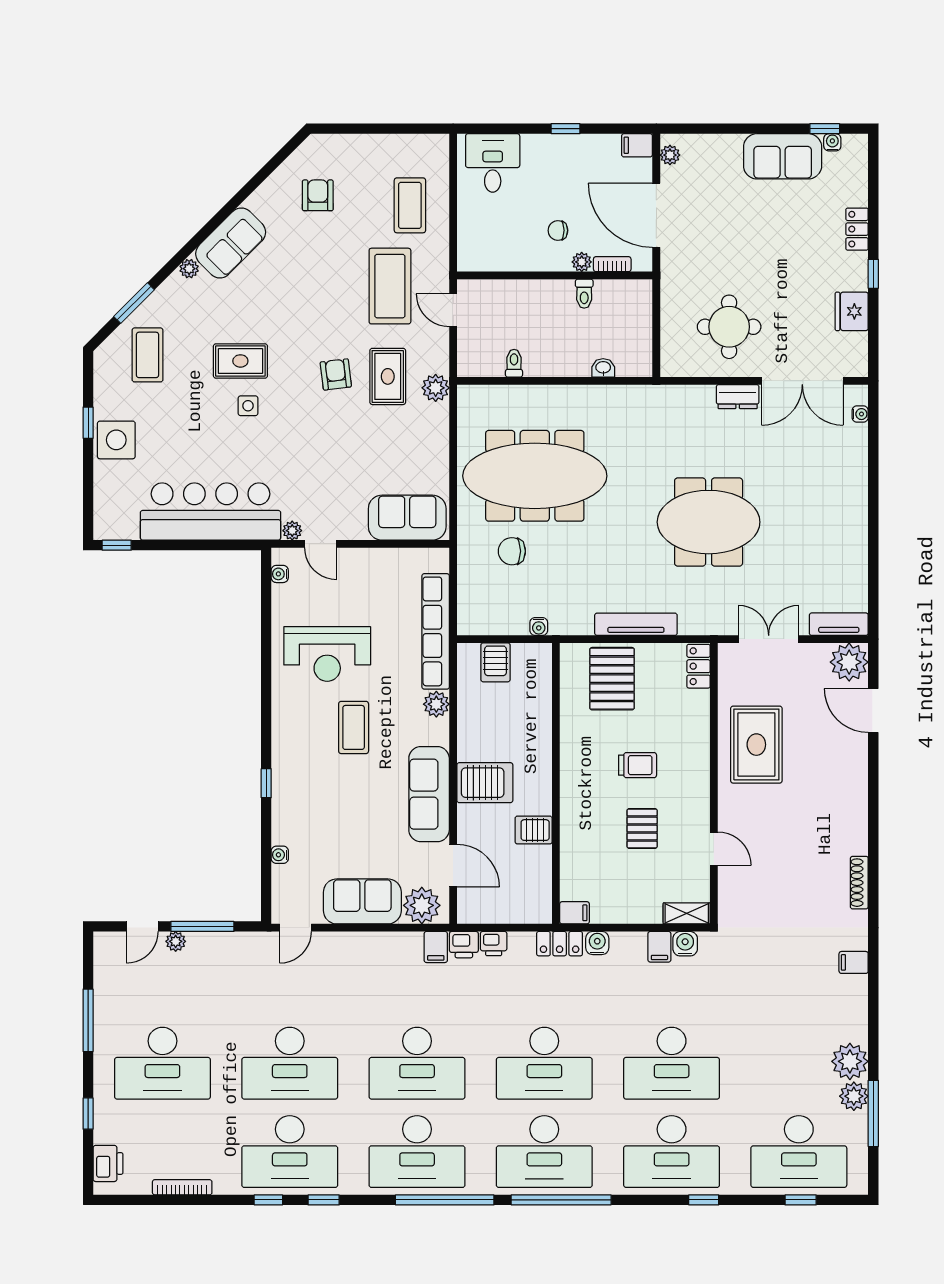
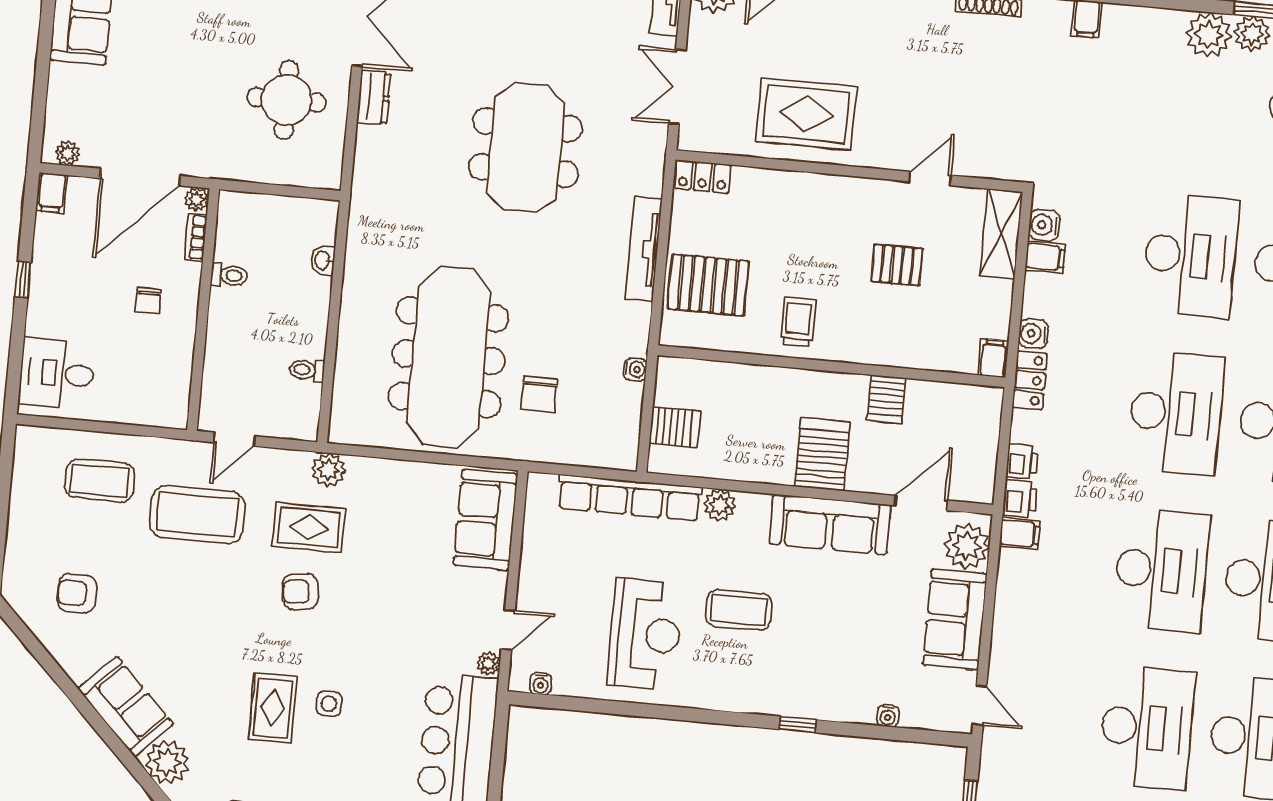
plant: (582, 262) -> (196, 199), moved
plant: (189, 269) -> (167, 762), width x1.87, depth x1.87
trolley: (638, 765) -> (798, 322), moved
shelving: (687, 913) -> (1001, 234), width x1.50, depth x1.33

